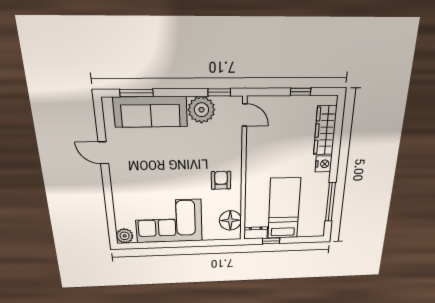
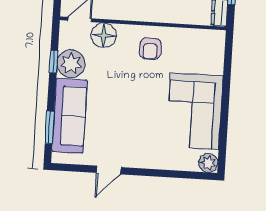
window: (219, 92) -> (54, 62), moved
armchair: (221, 180) -> (150, 49), turned -90
floor lamp: (230, 220) -> (104, 35), moved

